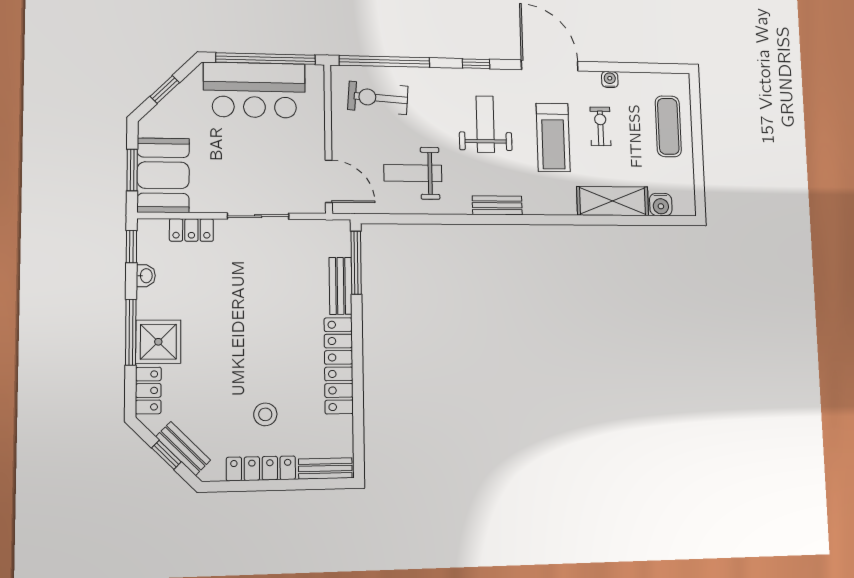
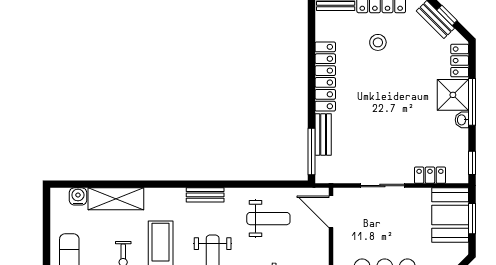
washbasin: (146, 276) -> (462, 120), moved

